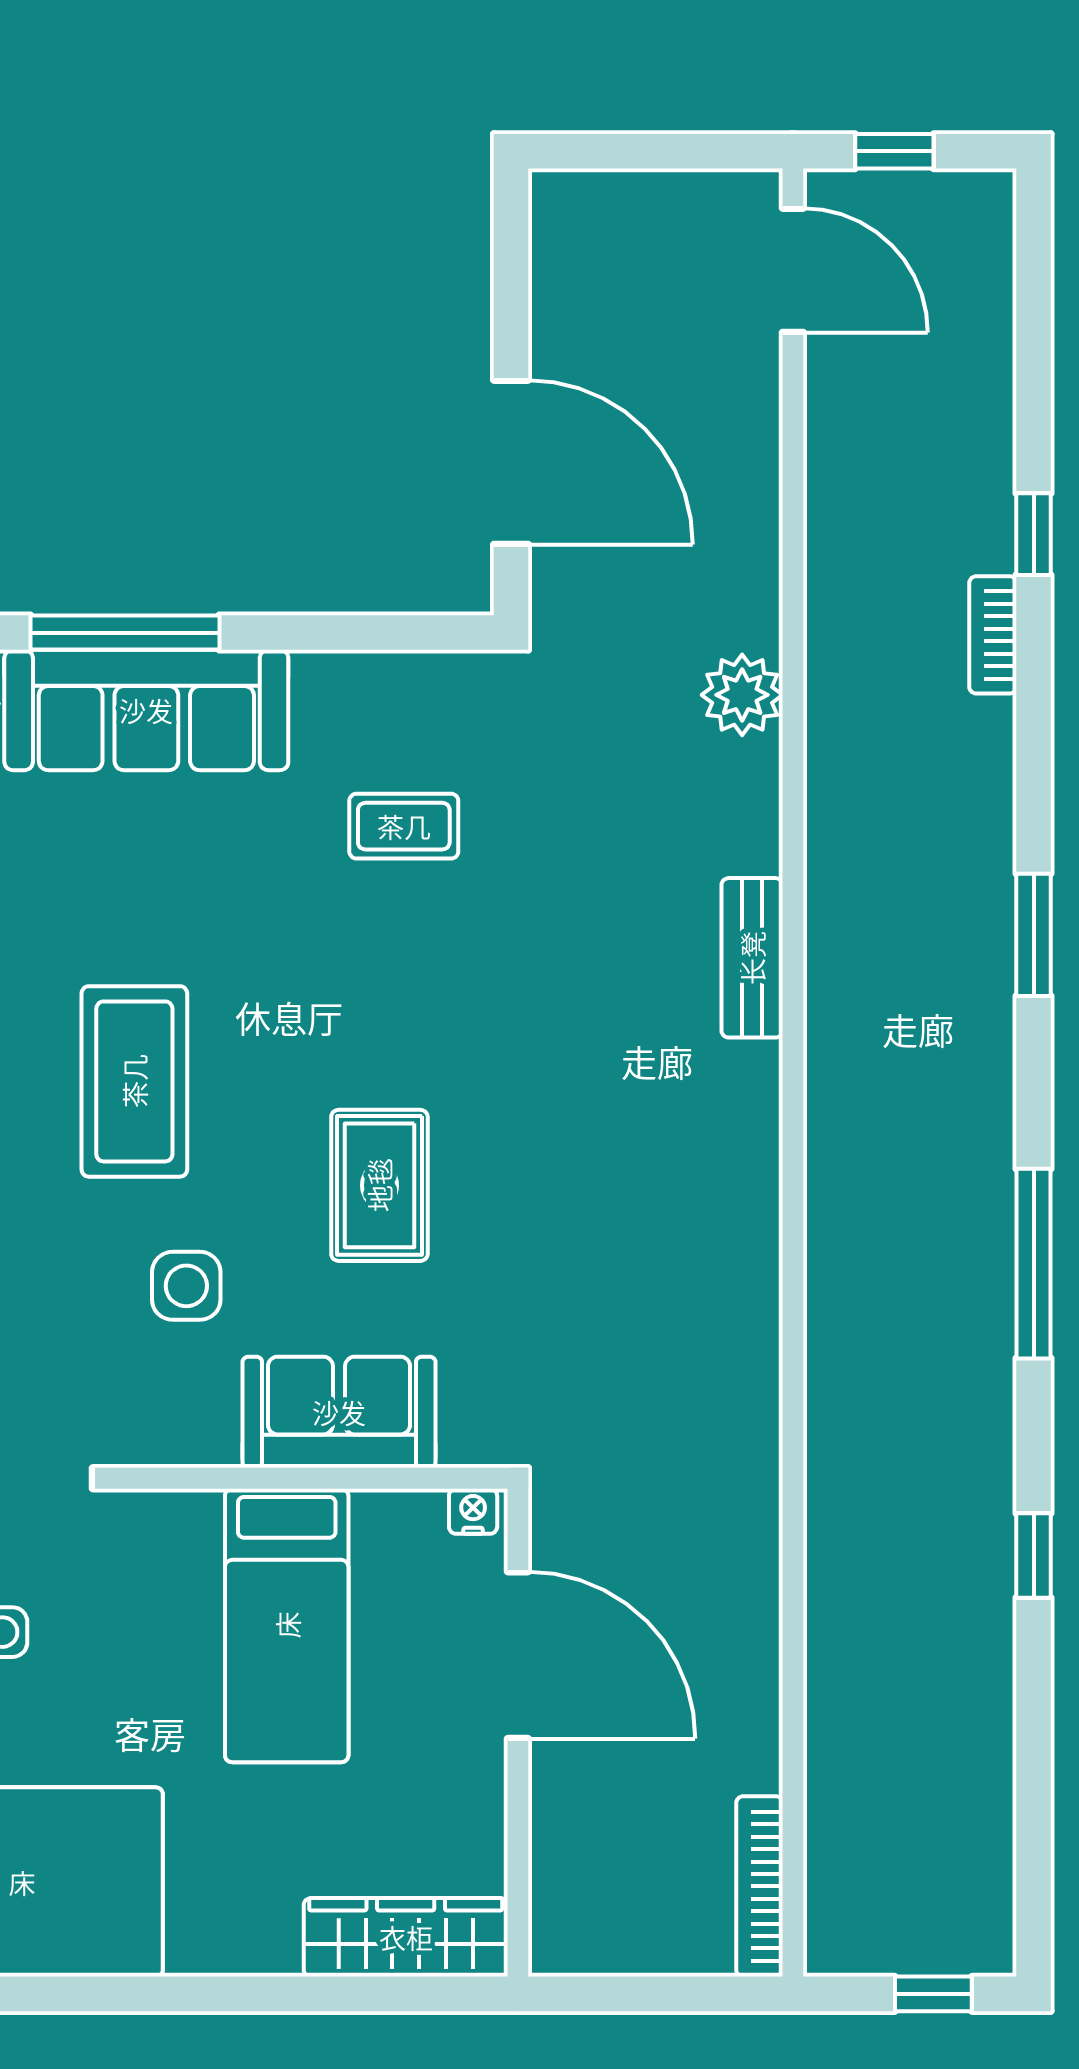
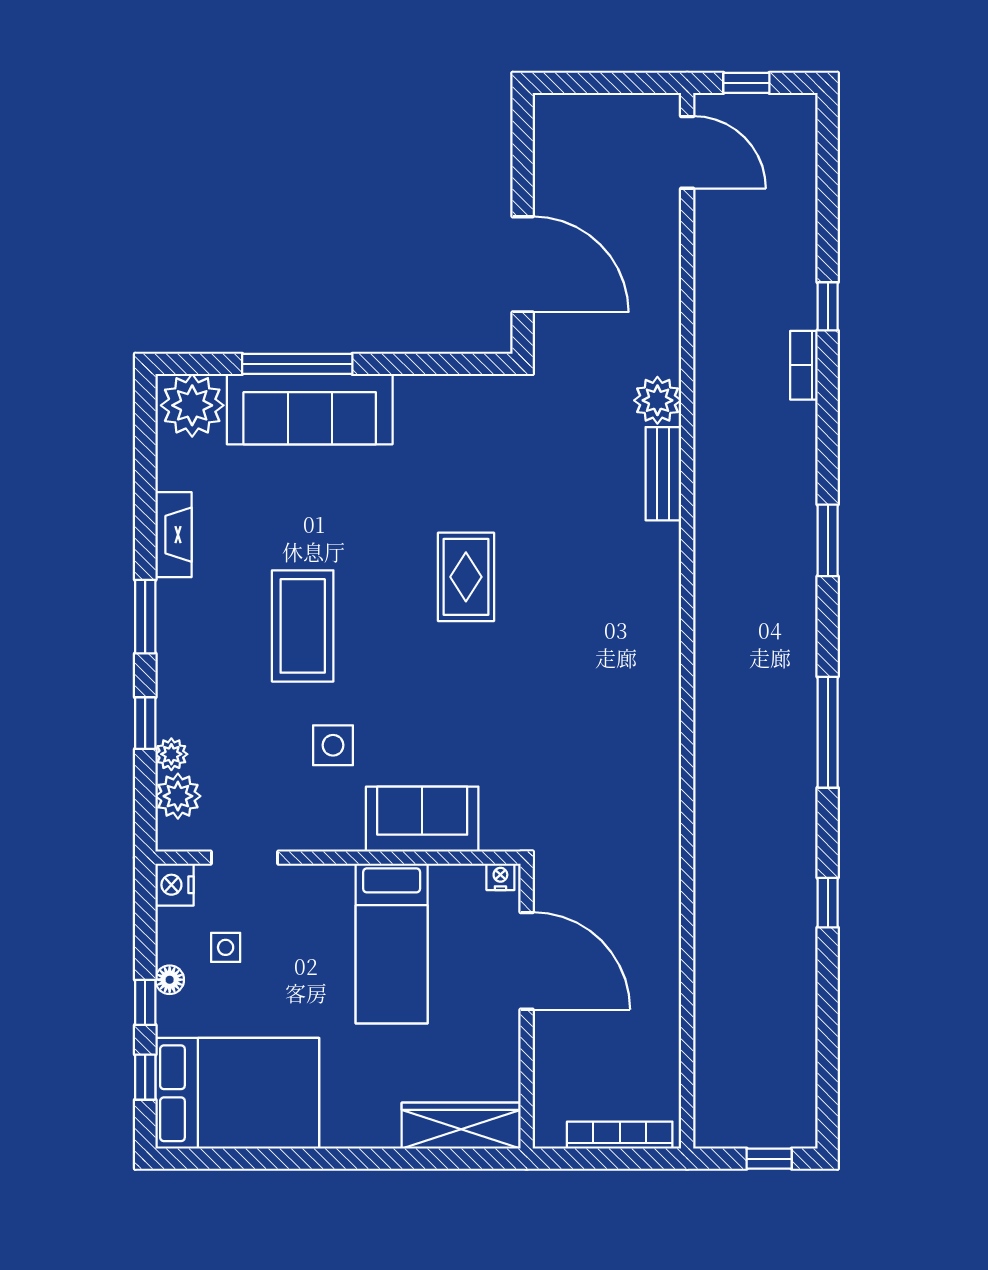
coffee table: (404, 826) -> (460, 477), removed
bench: (752, 958) -> (663, 474), moved
rug: (379, 1185) -> (466, 577), moved
bookcase: (759, 1886) -> (620, 1135), moved, turned 90

